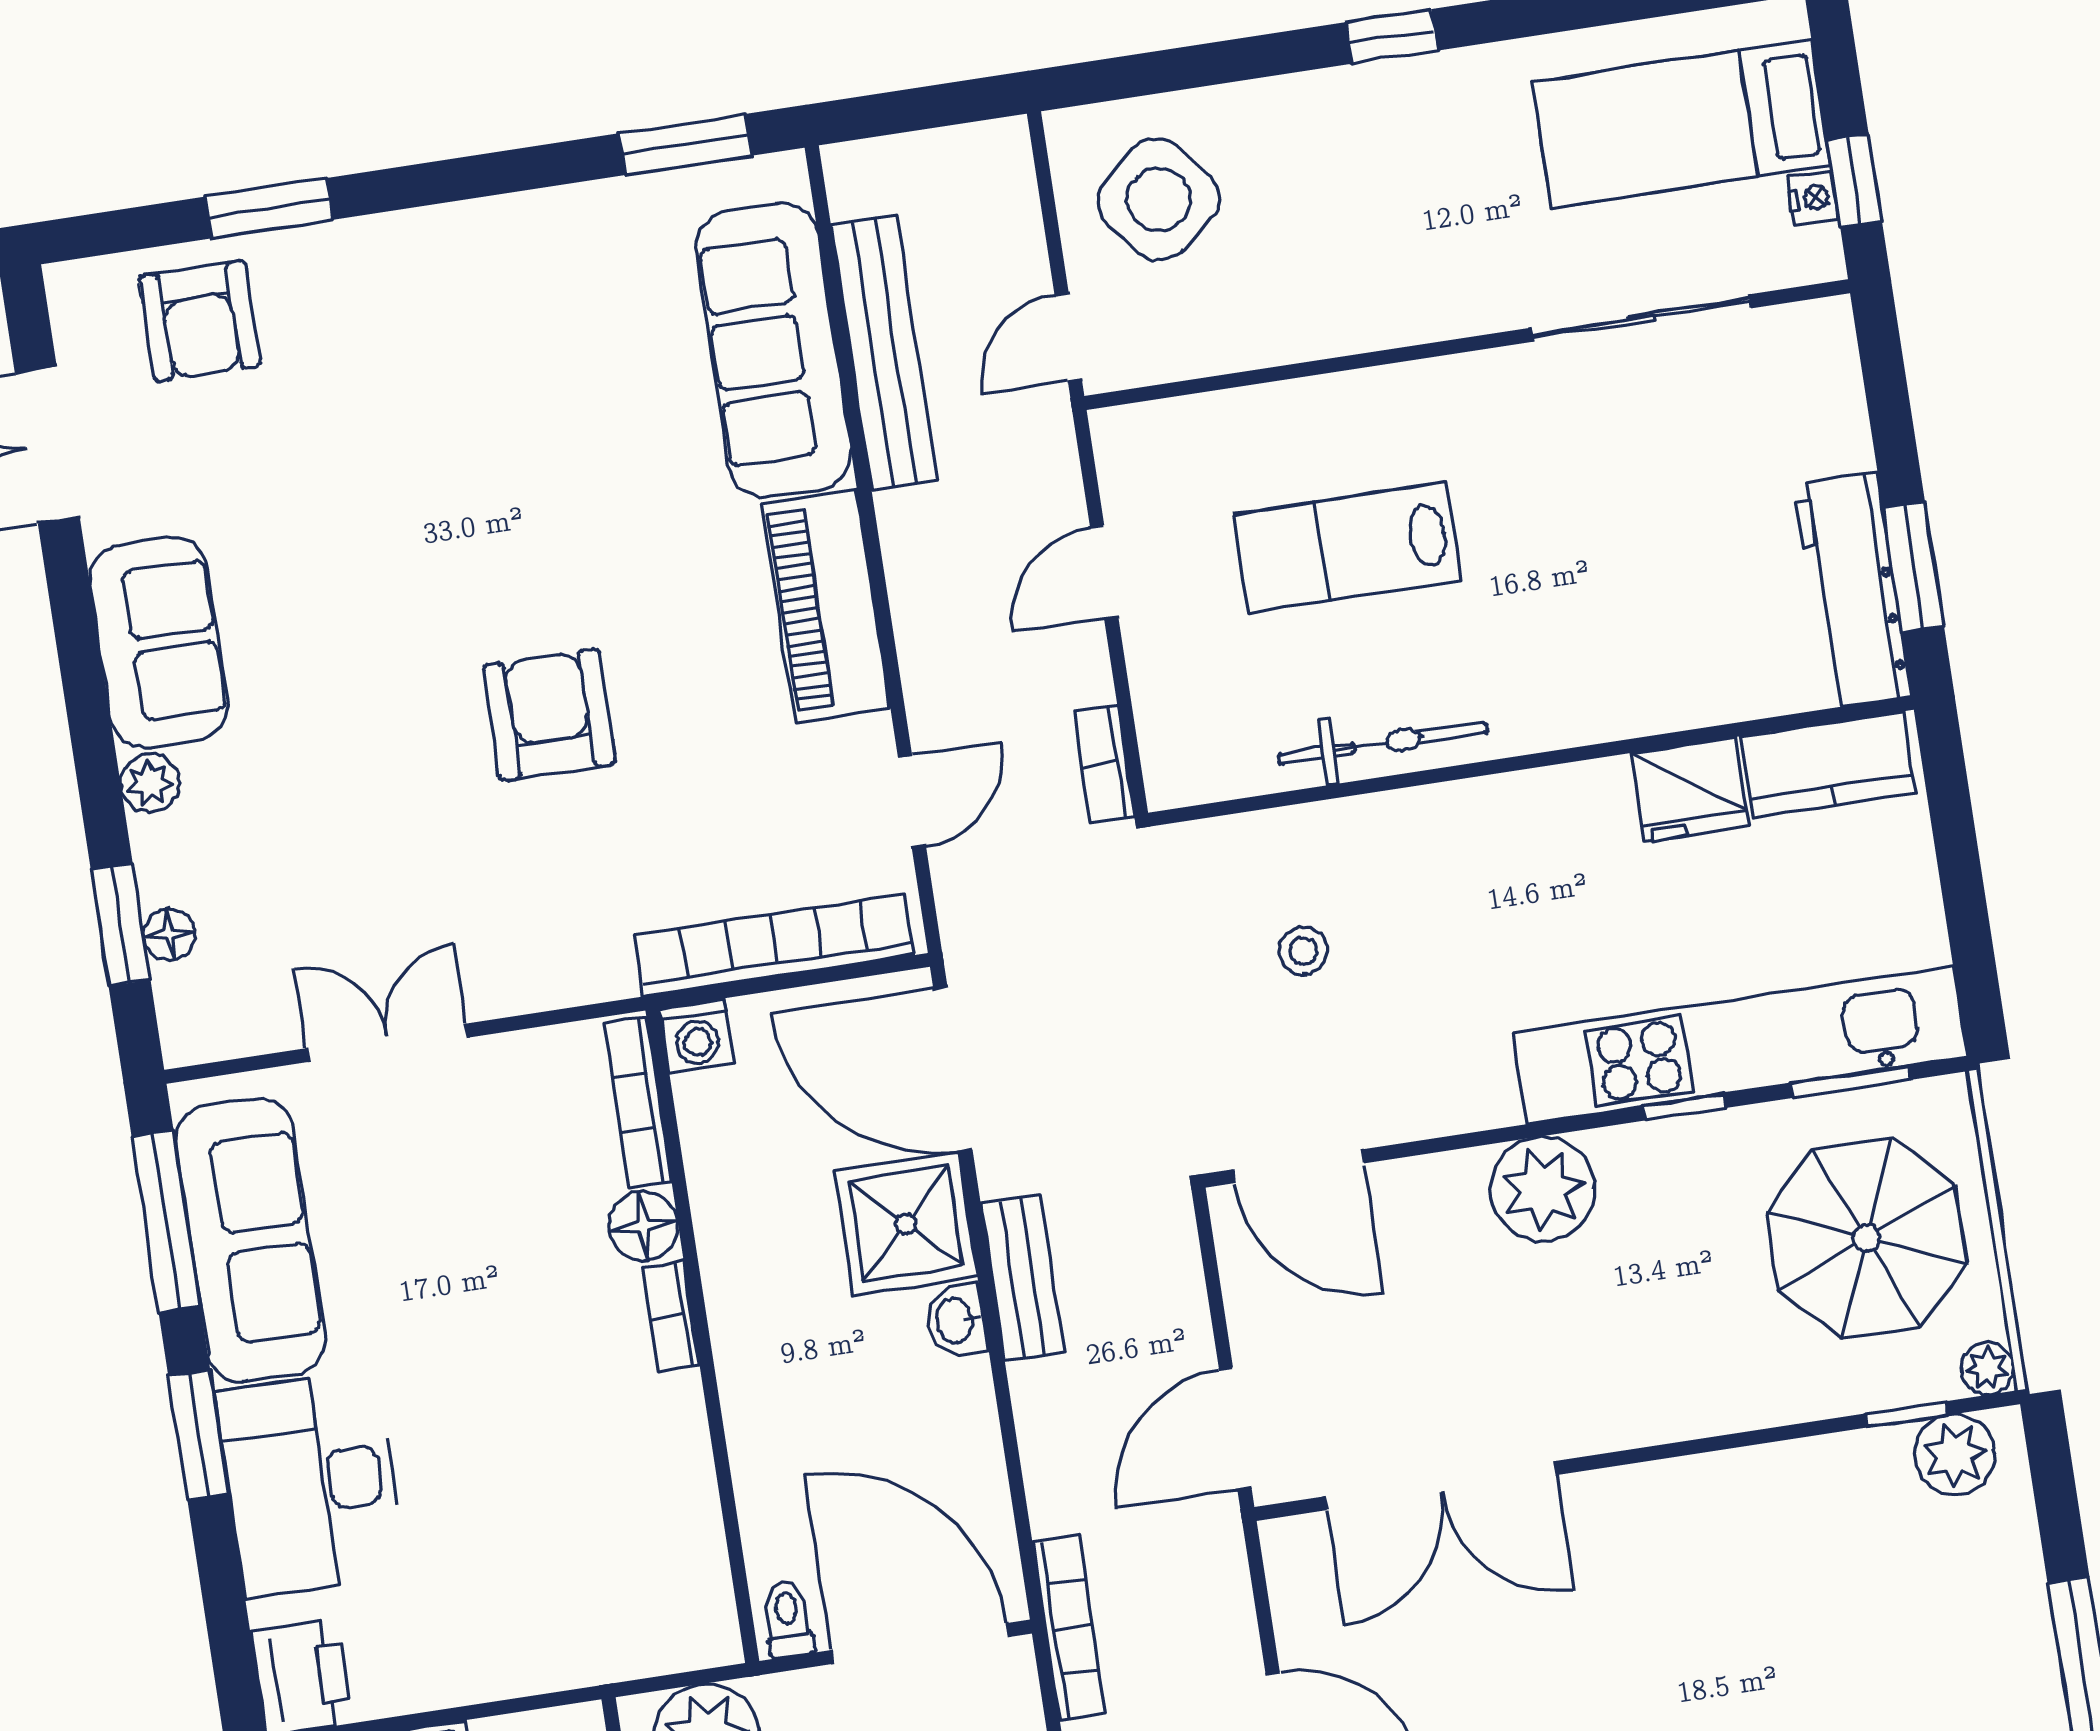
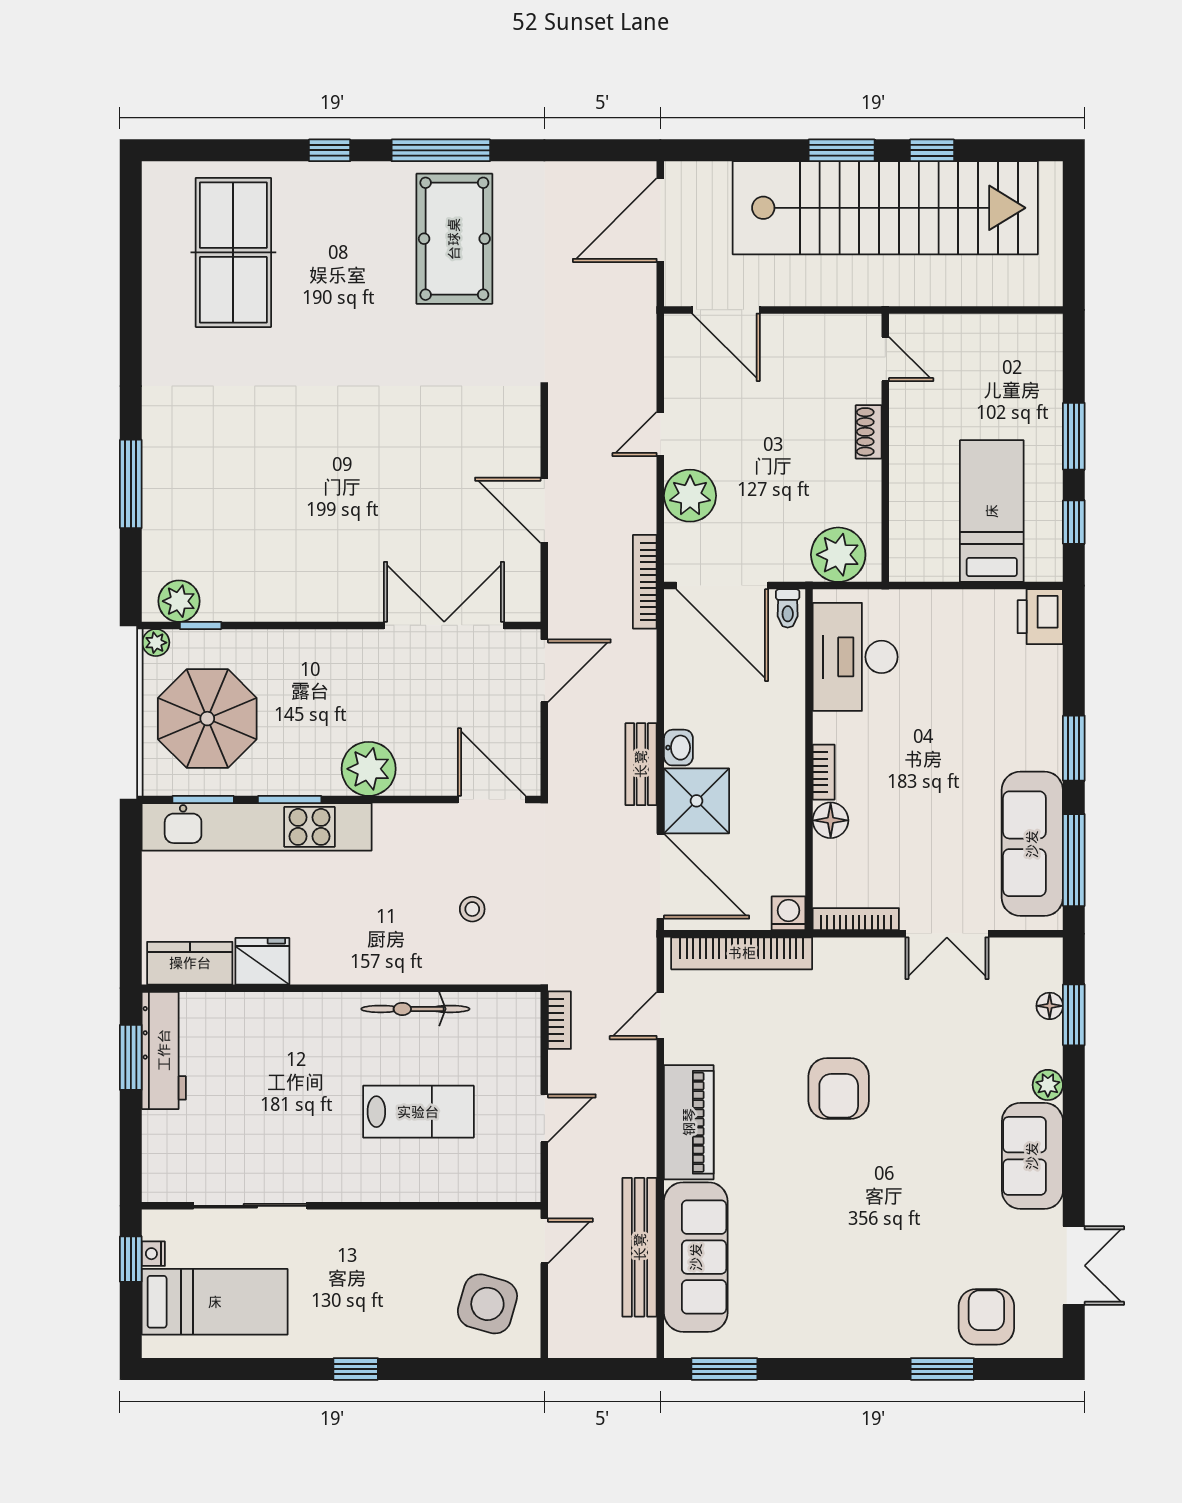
side table: (1159, 200) -> (487, 1304), turned -34
bookcase: (638, 1102) -> (856, 919), moved, turned -90
window: (1685, 1107) -> (290, 800), width x1.50
desk: (311, 1484) -> (855, 657), moved, turned 180

